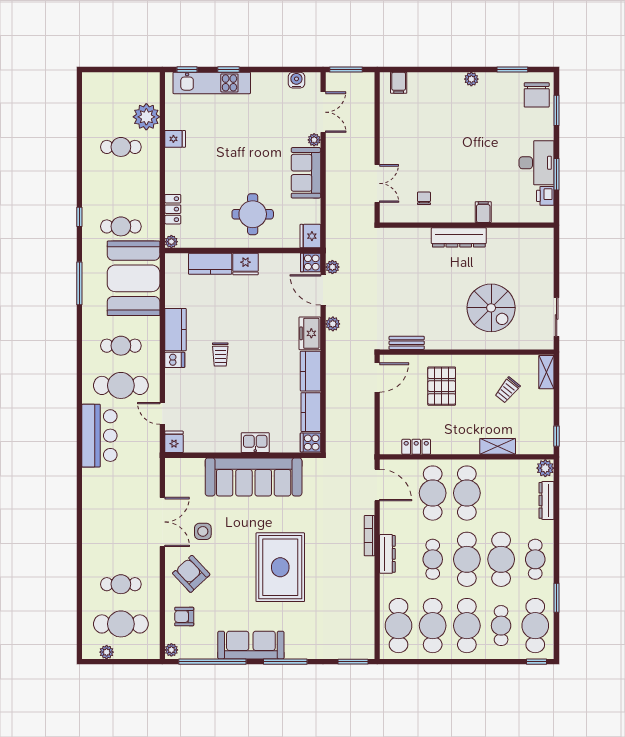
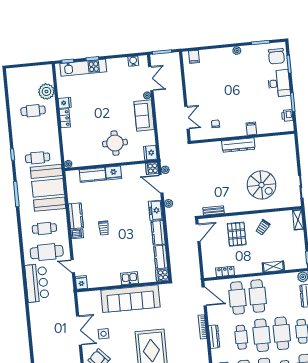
desk: (537, 163) -> (279, 83), moved
locker: (173, 209) -> (65, 118), moved
trolley: (507, 390) -> (263, 227), moved

